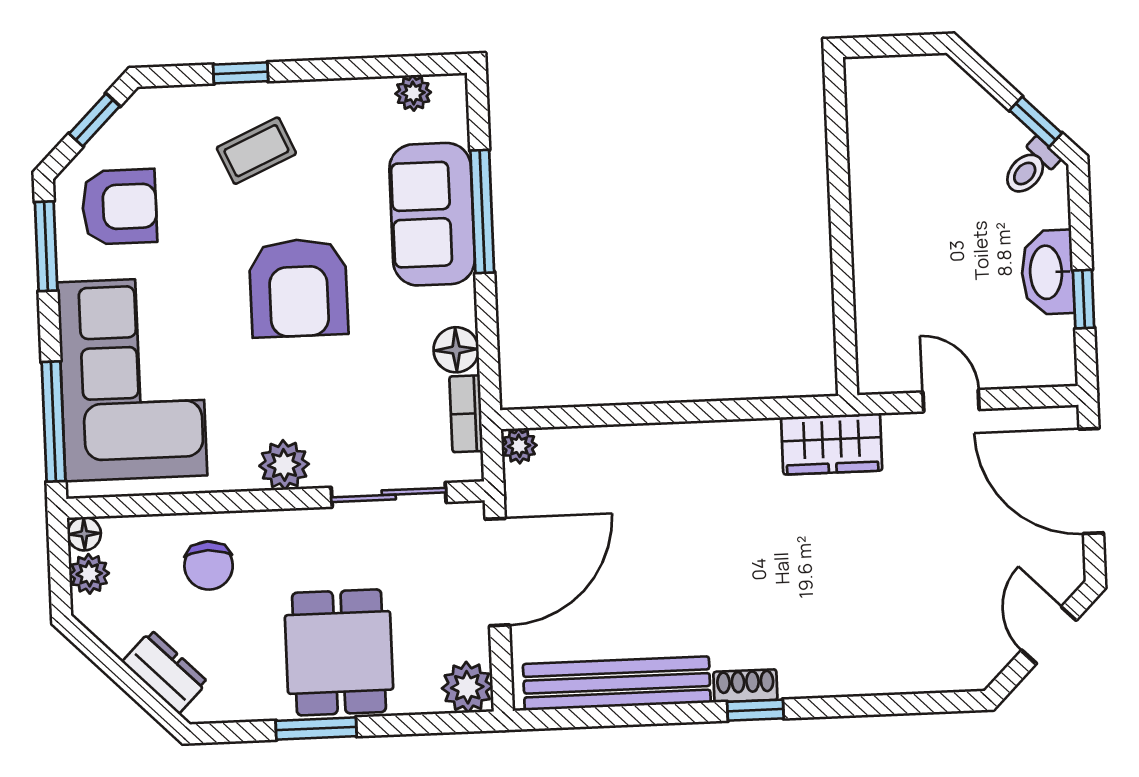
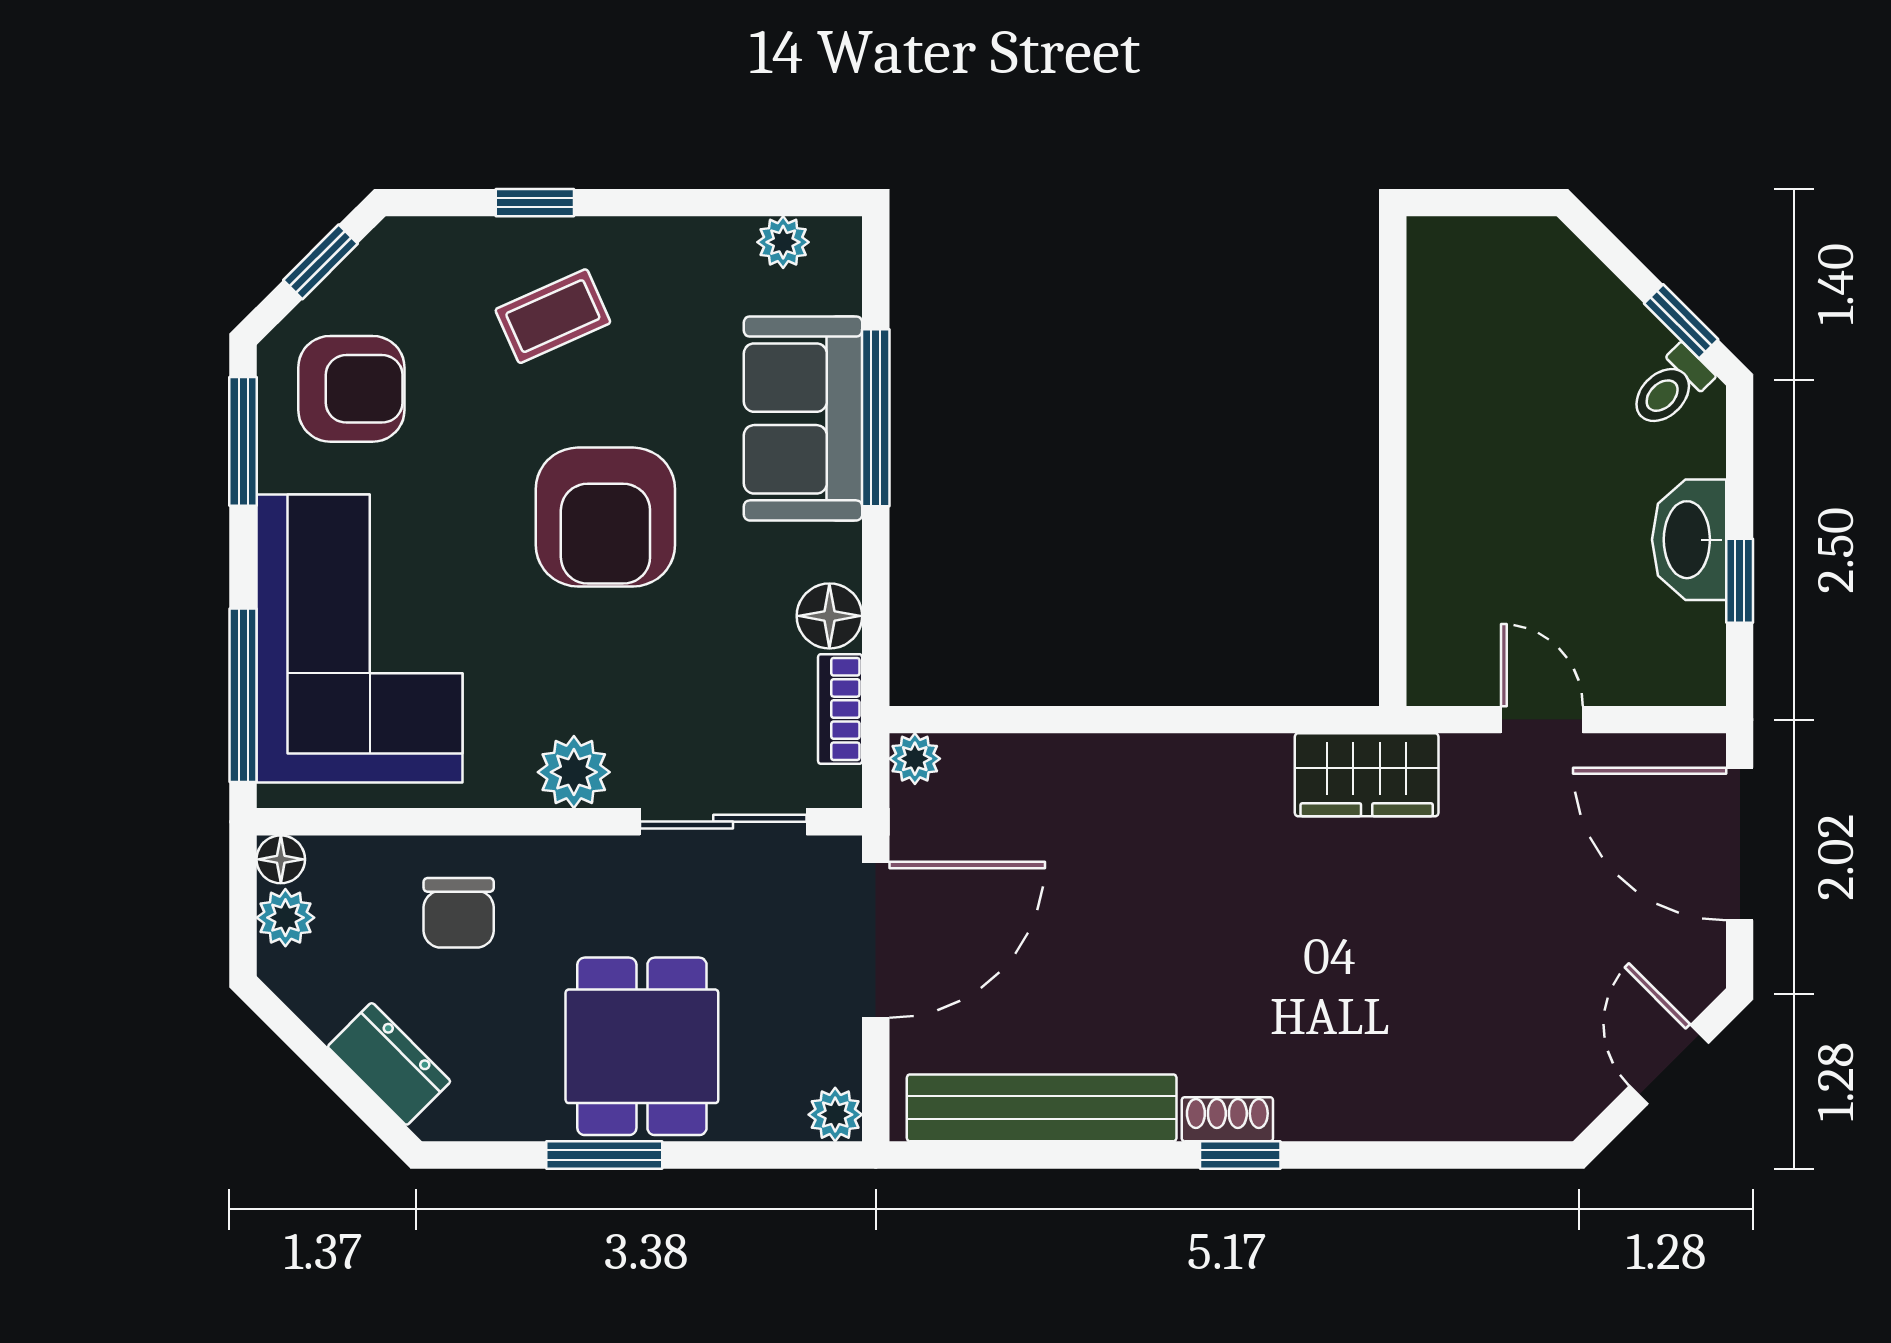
plant: (467, 687) -> (835, 1115), width x0.73, depth x0.73

